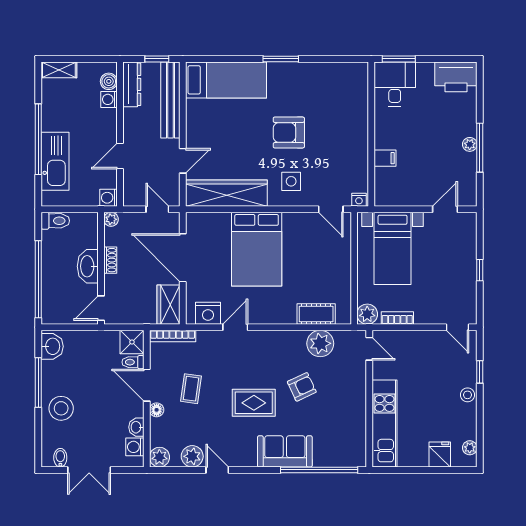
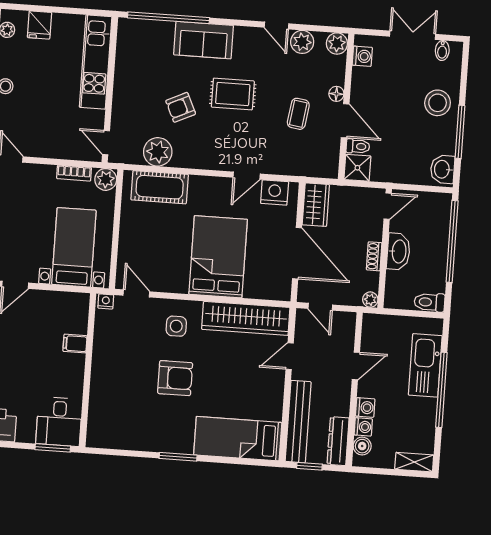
washing machine: (109, 198) -> (365, 407), moved
cot: (316, 314) -> (160, 187), width x1.37, depth x1.34
bookcase: (173, 336) -> (314, 171), removed
washbasin: (136, 427) -> (359, 77), removed

